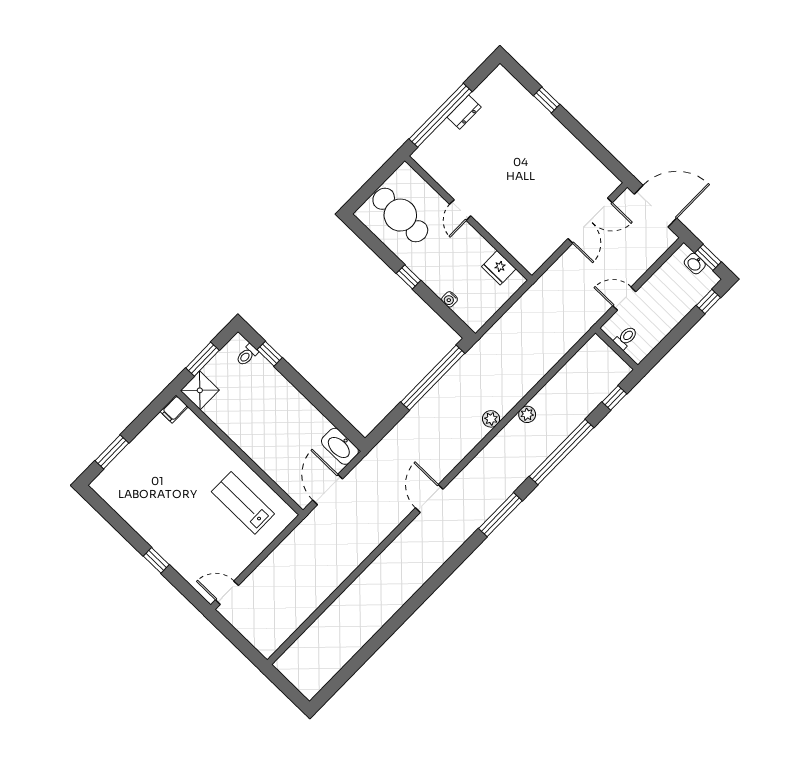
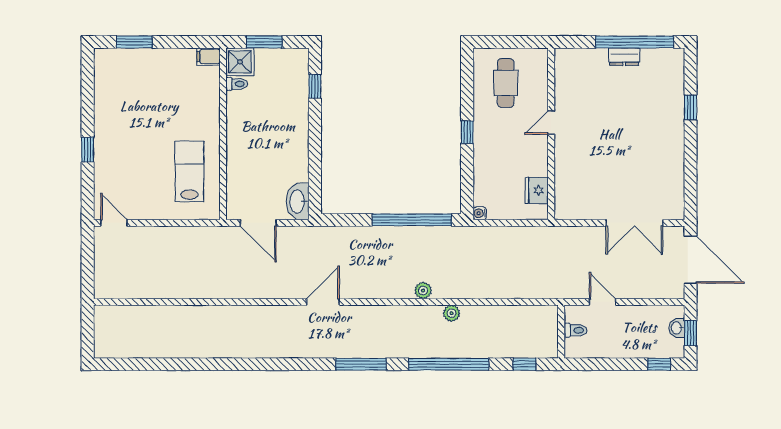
window: (441, 115) -> (635, 42), moved
cafe table: (400, 215) -> (506, 83), width x0.73, depth x0.74
water cooler: (450, 299) -> (480, 213), moved
toilet: (247, 355) -> (237, 84), moved, turned 180
door: (328, 490) -> (258, 223), swing flipped

